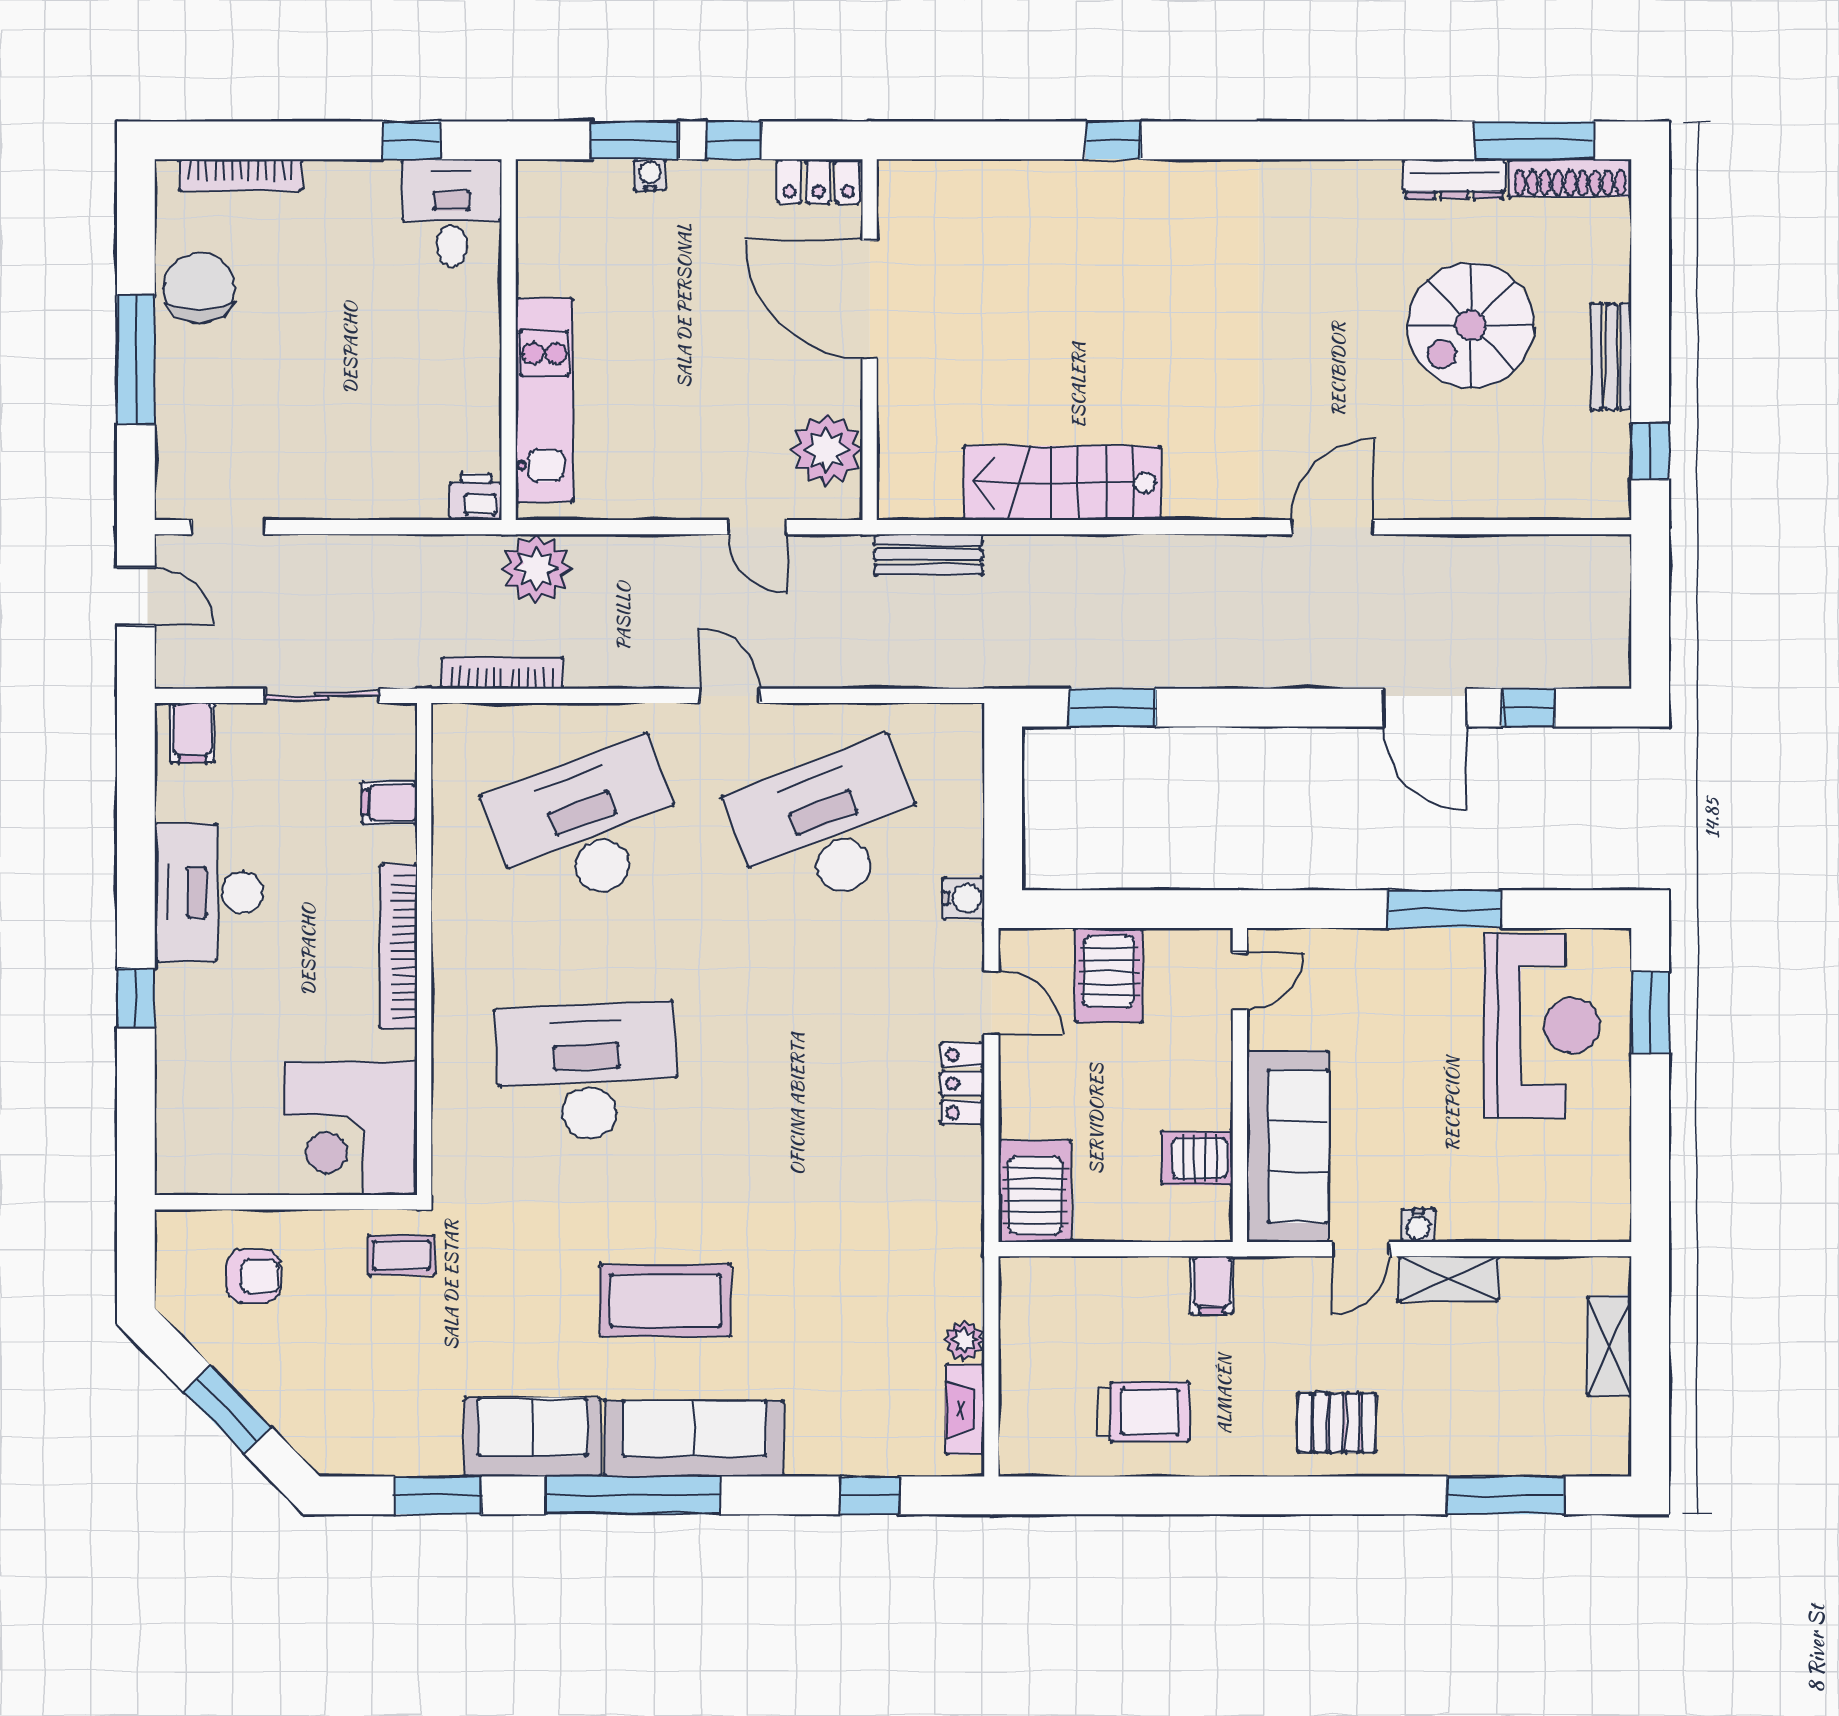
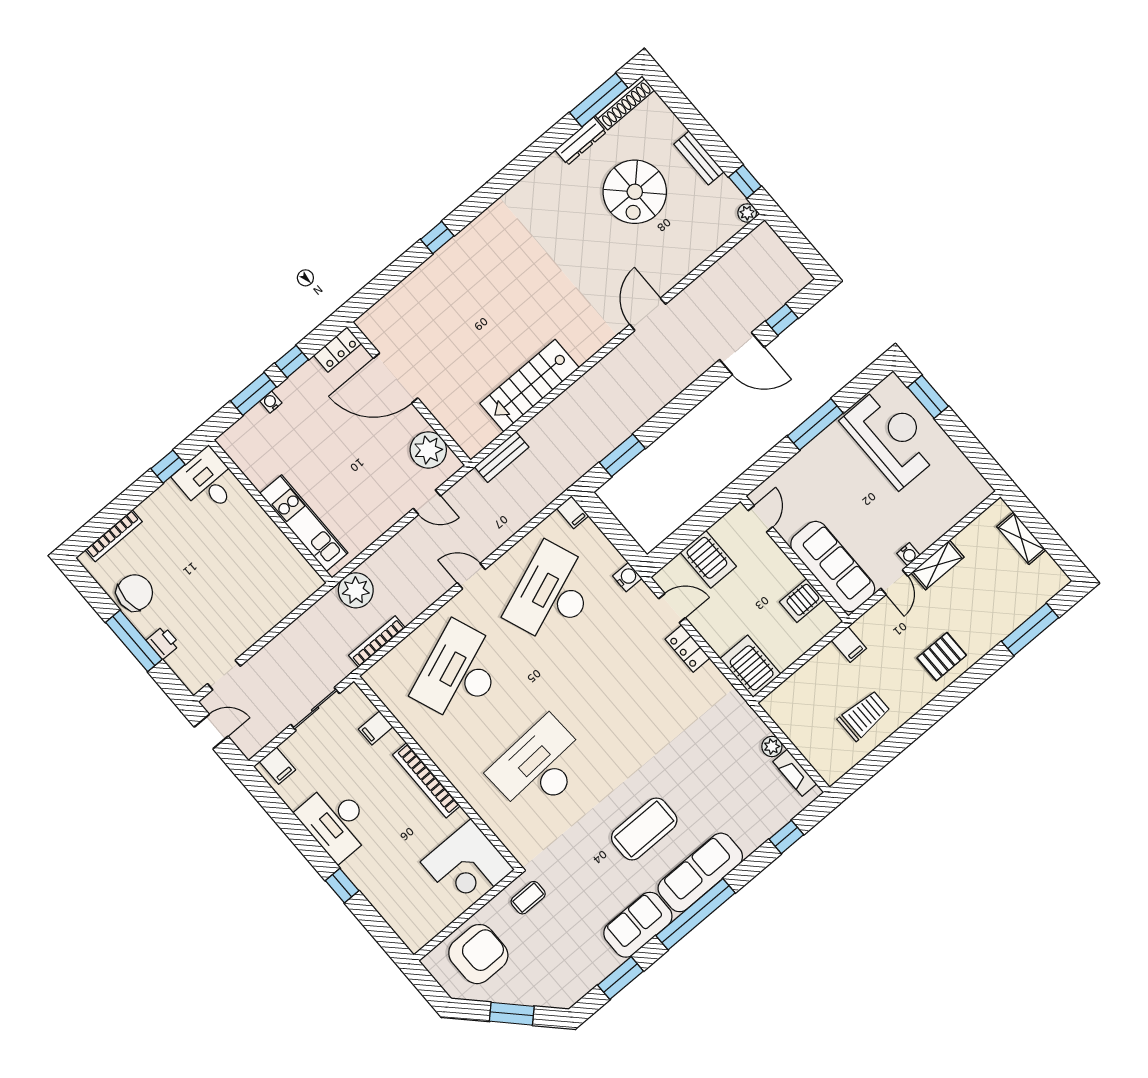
chair: (199, 288) -> (135, 593), turned 90
printer: (476, 497) -> (163, 642), moved, turned 90
plant: (1613, 502) -> (747, 213), added
filing cabinet: (965, 729) -> (573, 512), added
armchair: (254, 1276) -> (478, 954), width x1.88, depth x1.88

